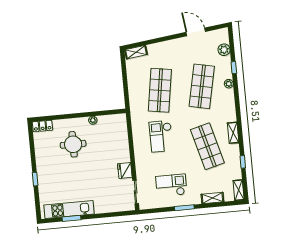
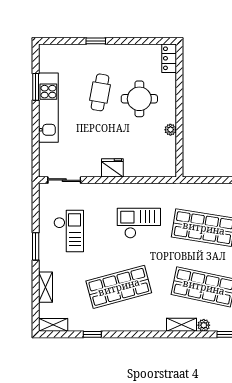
shelving: (233, 133) -> (182, 325), moved
fridge: (125, 171) -> (112, 168), moved
cafe table: (71, 173) -> (100, 92), added
kitchen unit: (69, 209) -> (48, 108), moved

